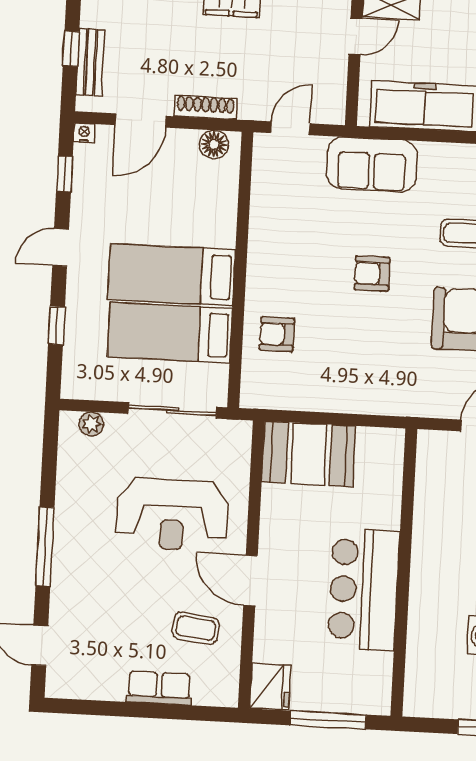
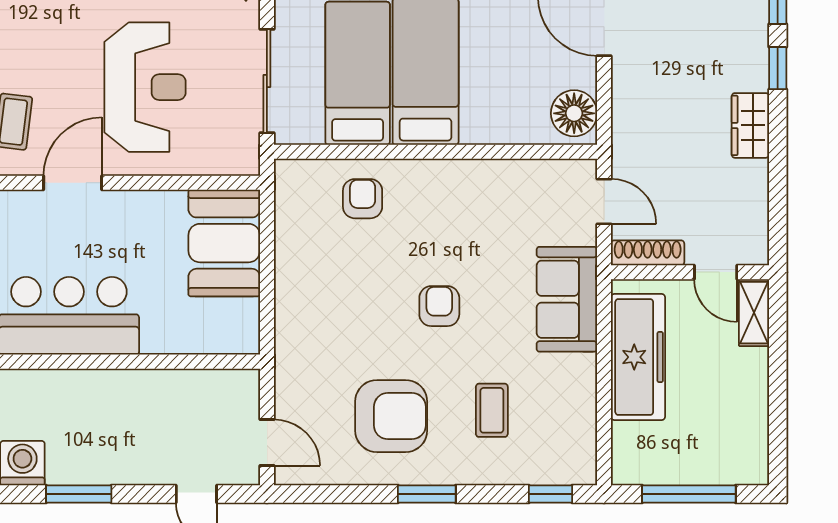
shoe rack: (205, 107) -> (648, 253), moved, turned -90
floor lamp: (214, 145) -> (574, 113), width x1.38, depth x1.38
reception desk: (172, 515) -> (145, 87), turned 180

